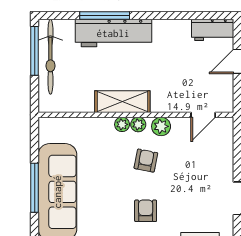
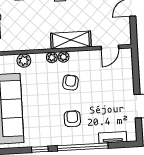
shelving: (122, 102) -> (71, 40), moved
plant: (161, 126) -> (24, 61), moved

